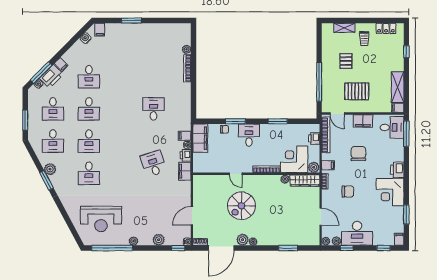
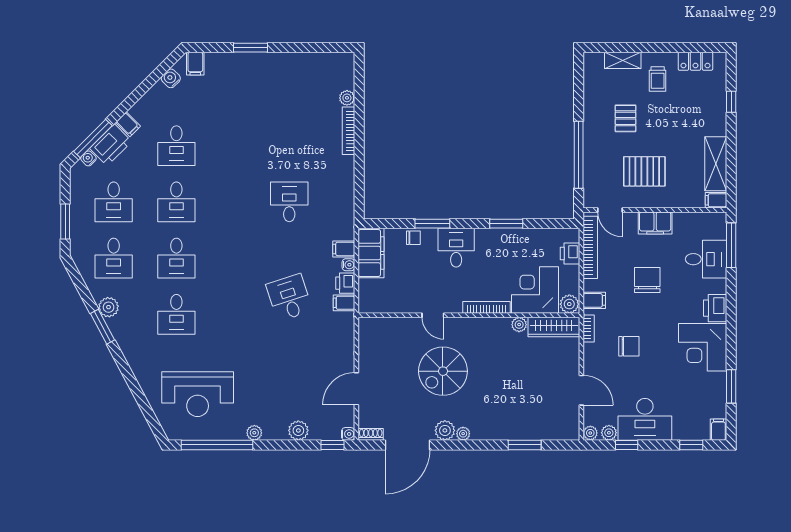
desk: (392, 127) -> (706, 259), moved
filing cabinet: (185, 171) -> (344, 303), width x0.50

